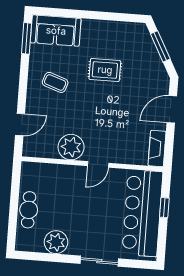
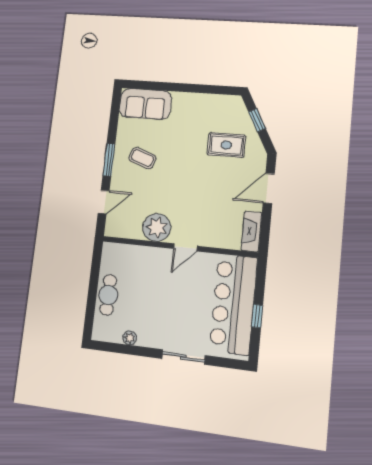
window: (27, 38) -> (109, 160), moved
window: (160, 46) -> (257, 120), width x0.67
rug: (105, 70) -> (226, 145), moved
window: (164, 208) -> (257, 316), moved
plant: (56, 242) -> (130, 338), width x0.53, depth x0.53

